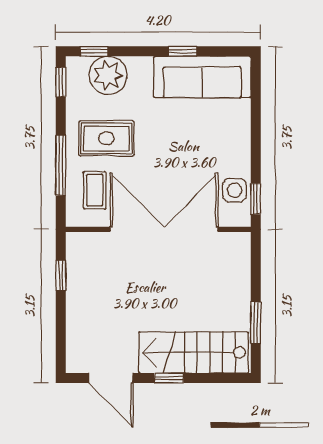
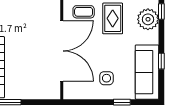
side table: (234, 190) -> (107, 78), moved
window: (256, 199) -> (122, 102), moved

